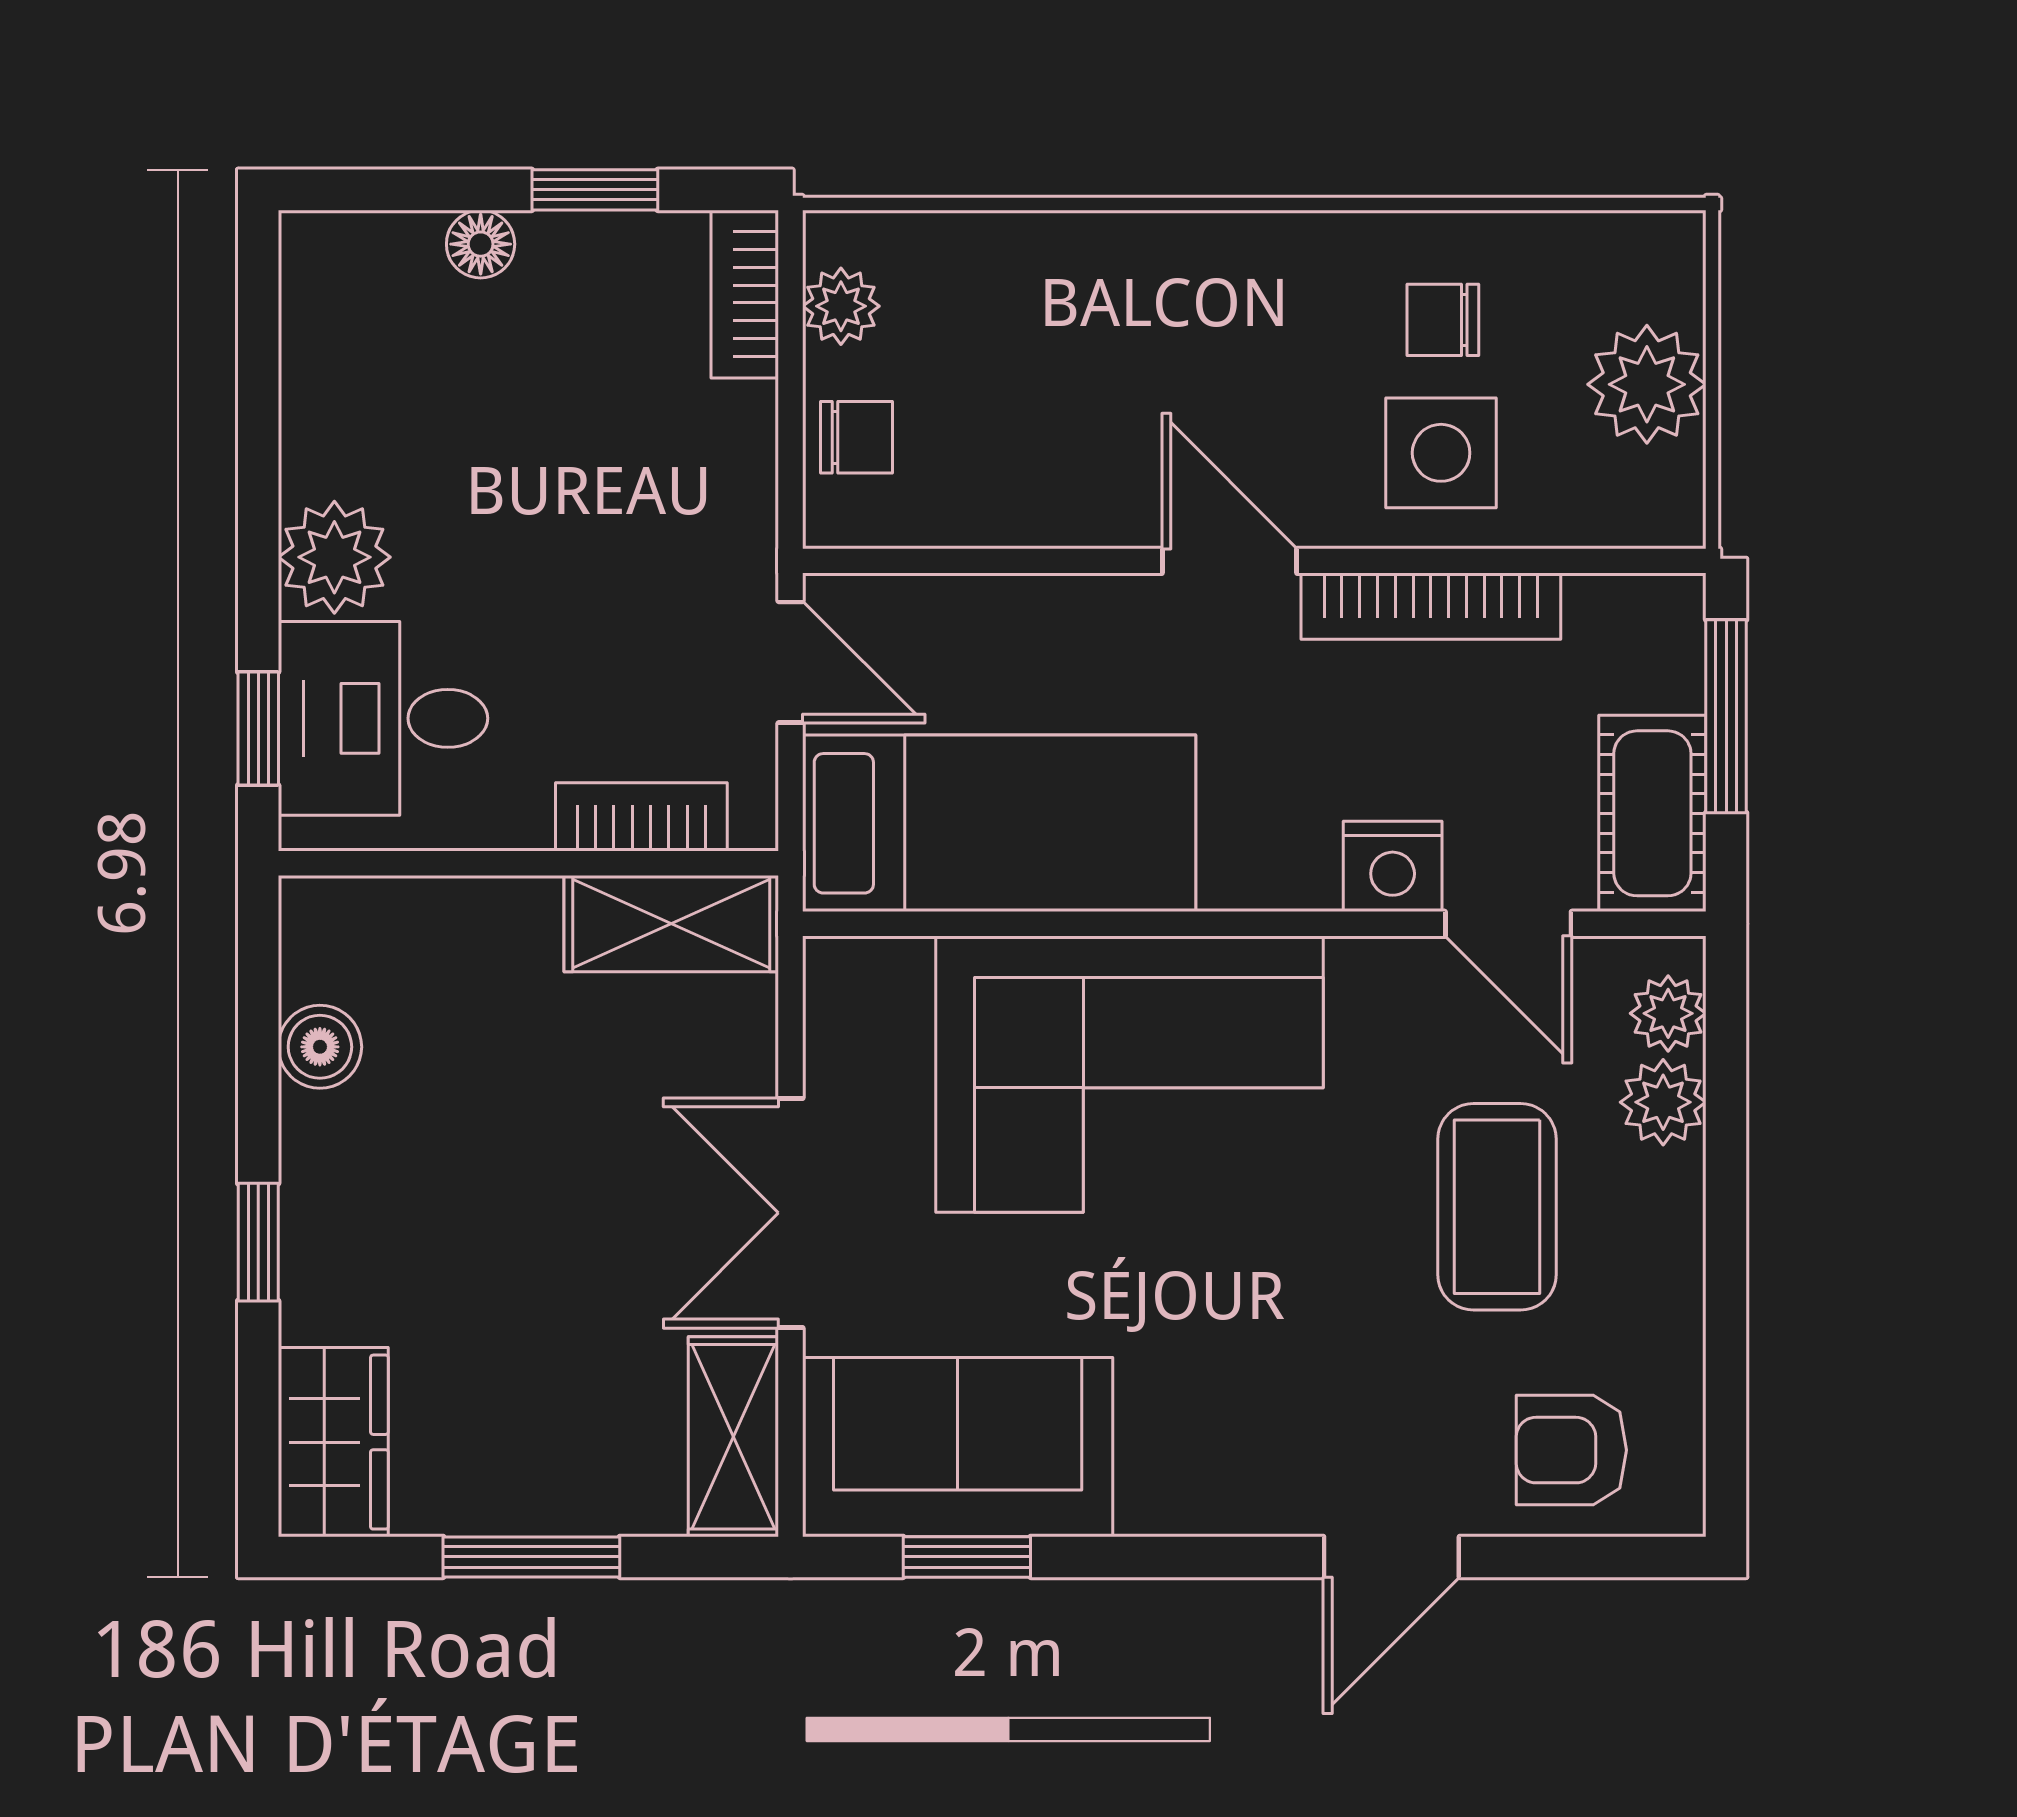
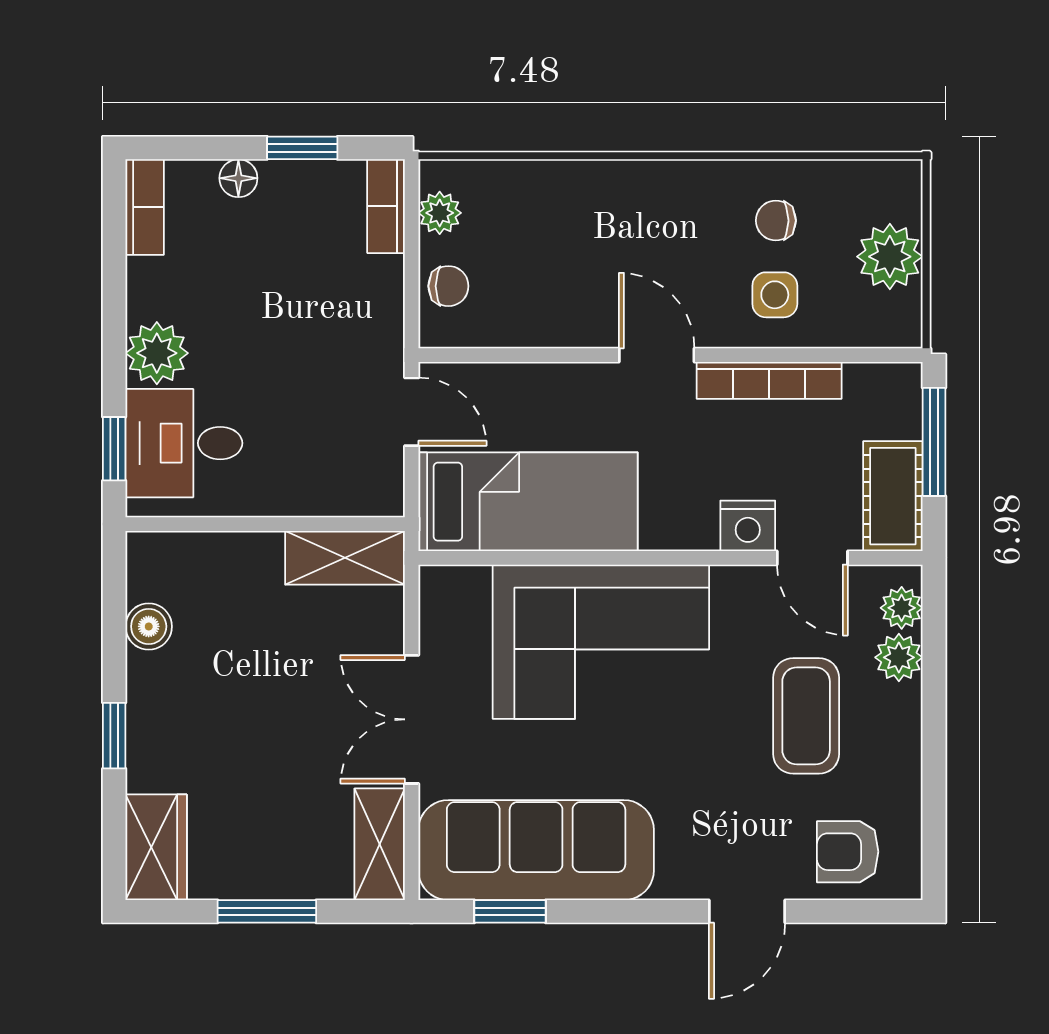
side table: (1441, 453) -> (775, 295), width x0.73, depth x0.73
bookcase: (641, 817) -> (145, 207), moved, turned 90
sofa: (958, 1447) -> (536, 850), width x1.36

